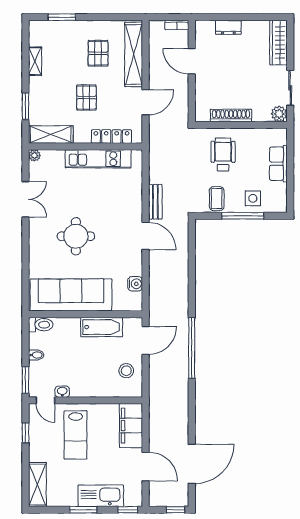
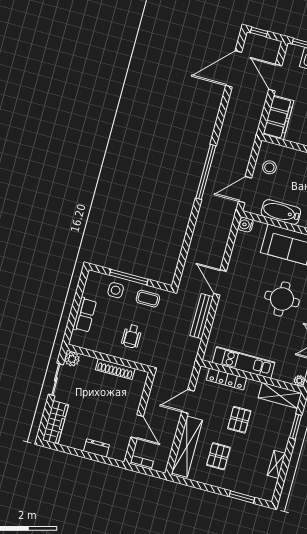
wheelchair: (223, 154) -> (132, 336), width x0.73, depth x0.73
coffee table: (217, 199) -> (148, 299), turned 90
bench: (155, 202) -> (202, 316), width x1.36
water cooler: (135, 284) -> (245, 225), moved

